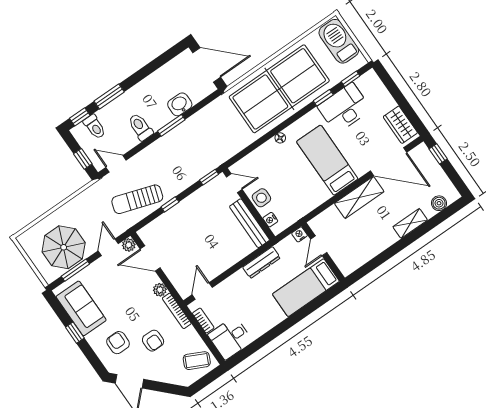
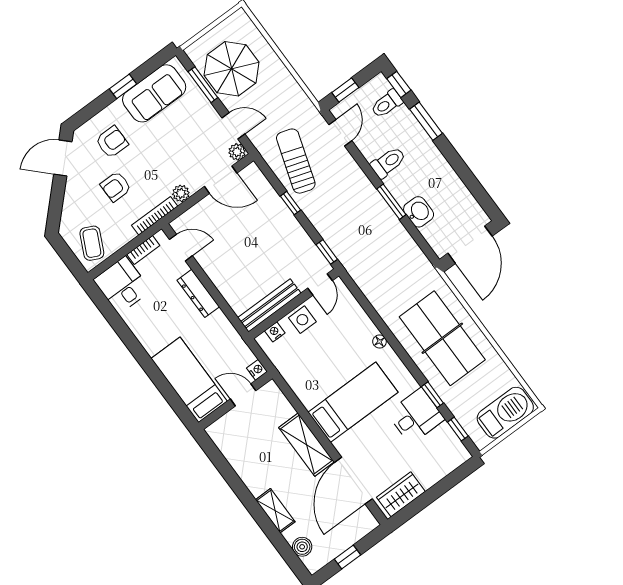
table tennis table: (279, 89) -> (442, 338), width x0.73, depth x0.76
desk: (344, 108) -> (416, 416), width x0.73
window: (438, 154) -> (347, 557), moved
door: (150, 258) -> (221, 180), swing flipped
dresser: (262, 263) -> (198, 293), moved

